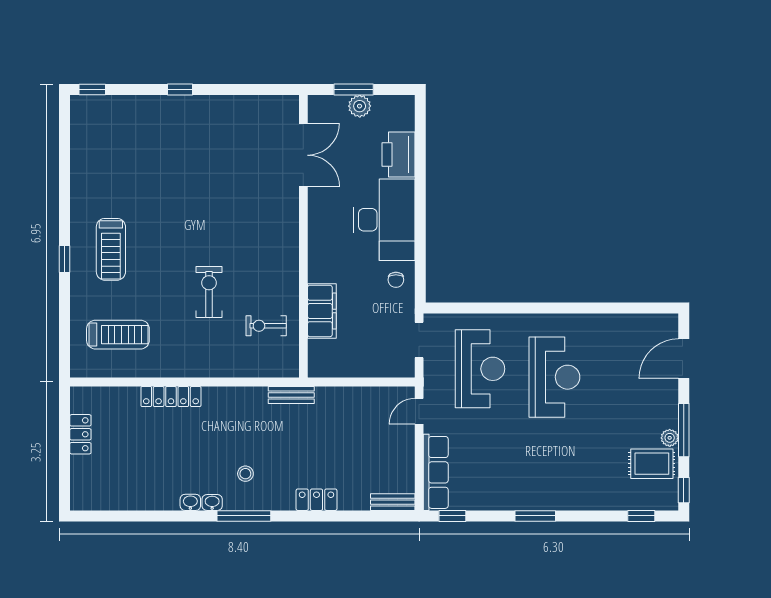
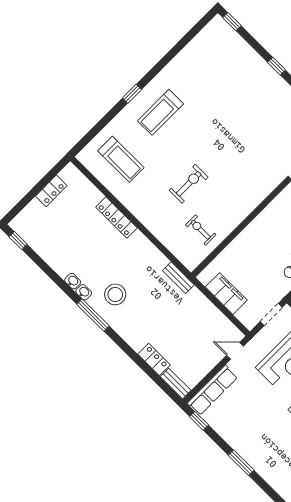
filing cabinet: (322, 311) -> (226, 294), moved, turned -90
stool: (245, 474) -> (115, 294), width x1.89, depth x1.89
locker: (316, 500) -> (154, 359), moved
window: (96, 516) -> (18, 240), added

